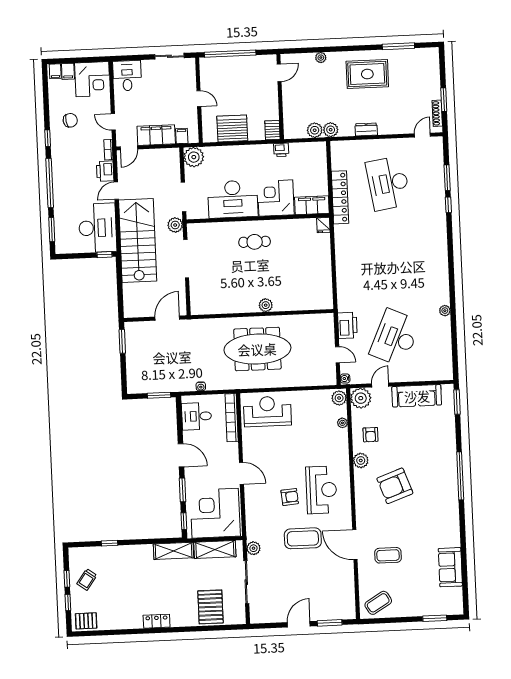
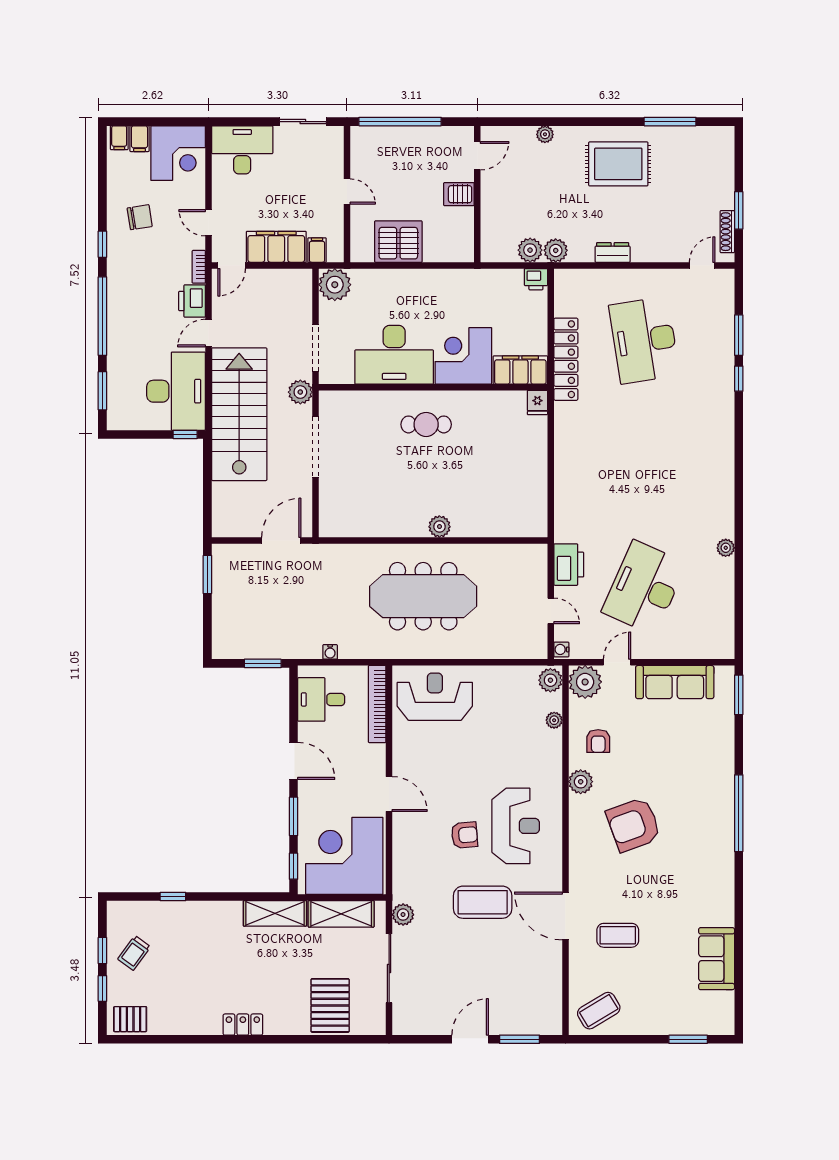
desk: (127, 76) -> (242, 150), width x1.37
server rack: (272, 130) -> (459, 194), moved, turned -90
printer: (281, 150) -> (536, 279), moved

